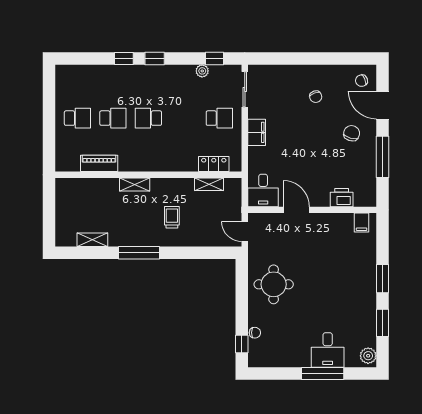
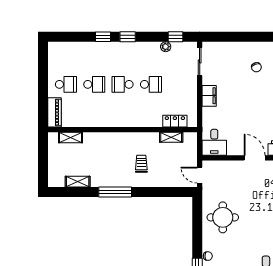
school desk: (219, 118) -> (151, 84), moved
piano: (99, 163) -> (55, 112), moved, turned 90
shelving: (135, 185) -> (70, 138), moved
door: (296, 210) -> (255, 158), moved

